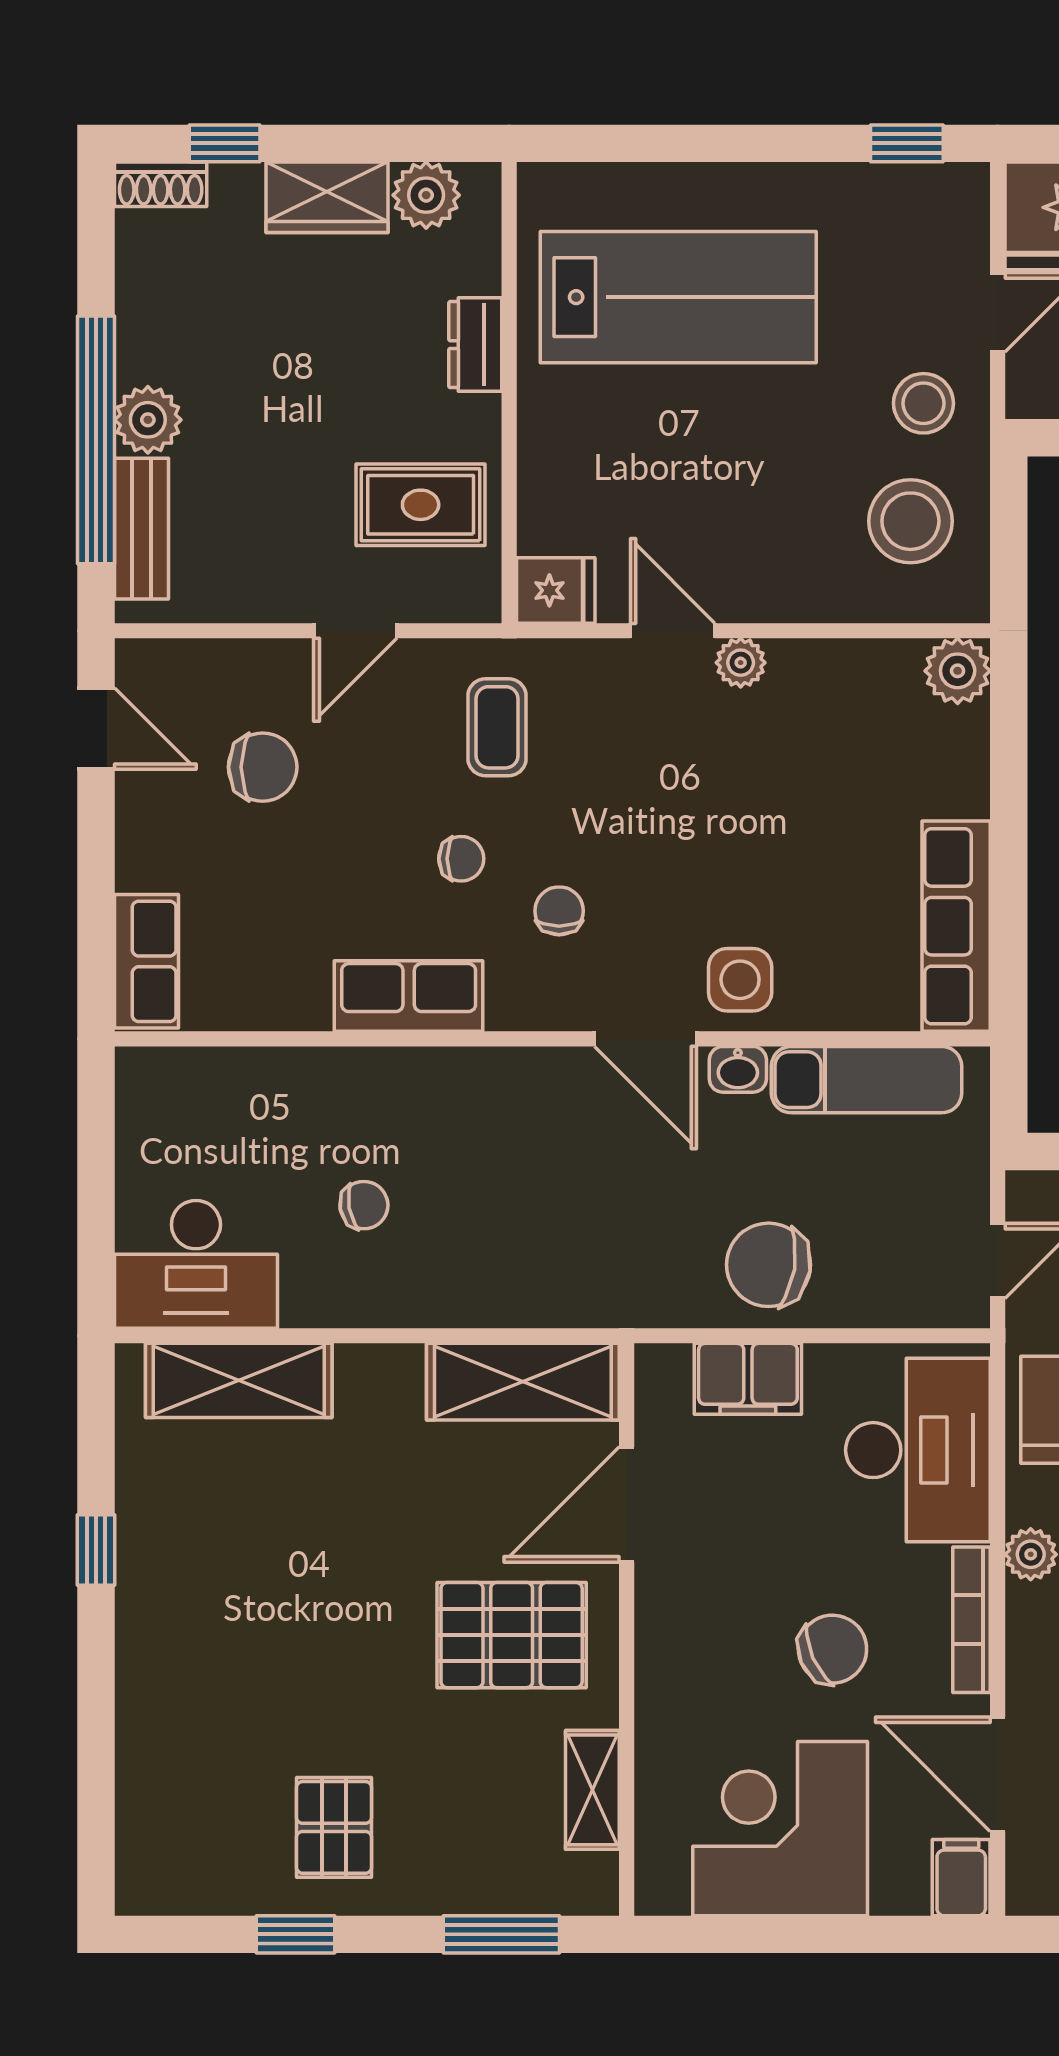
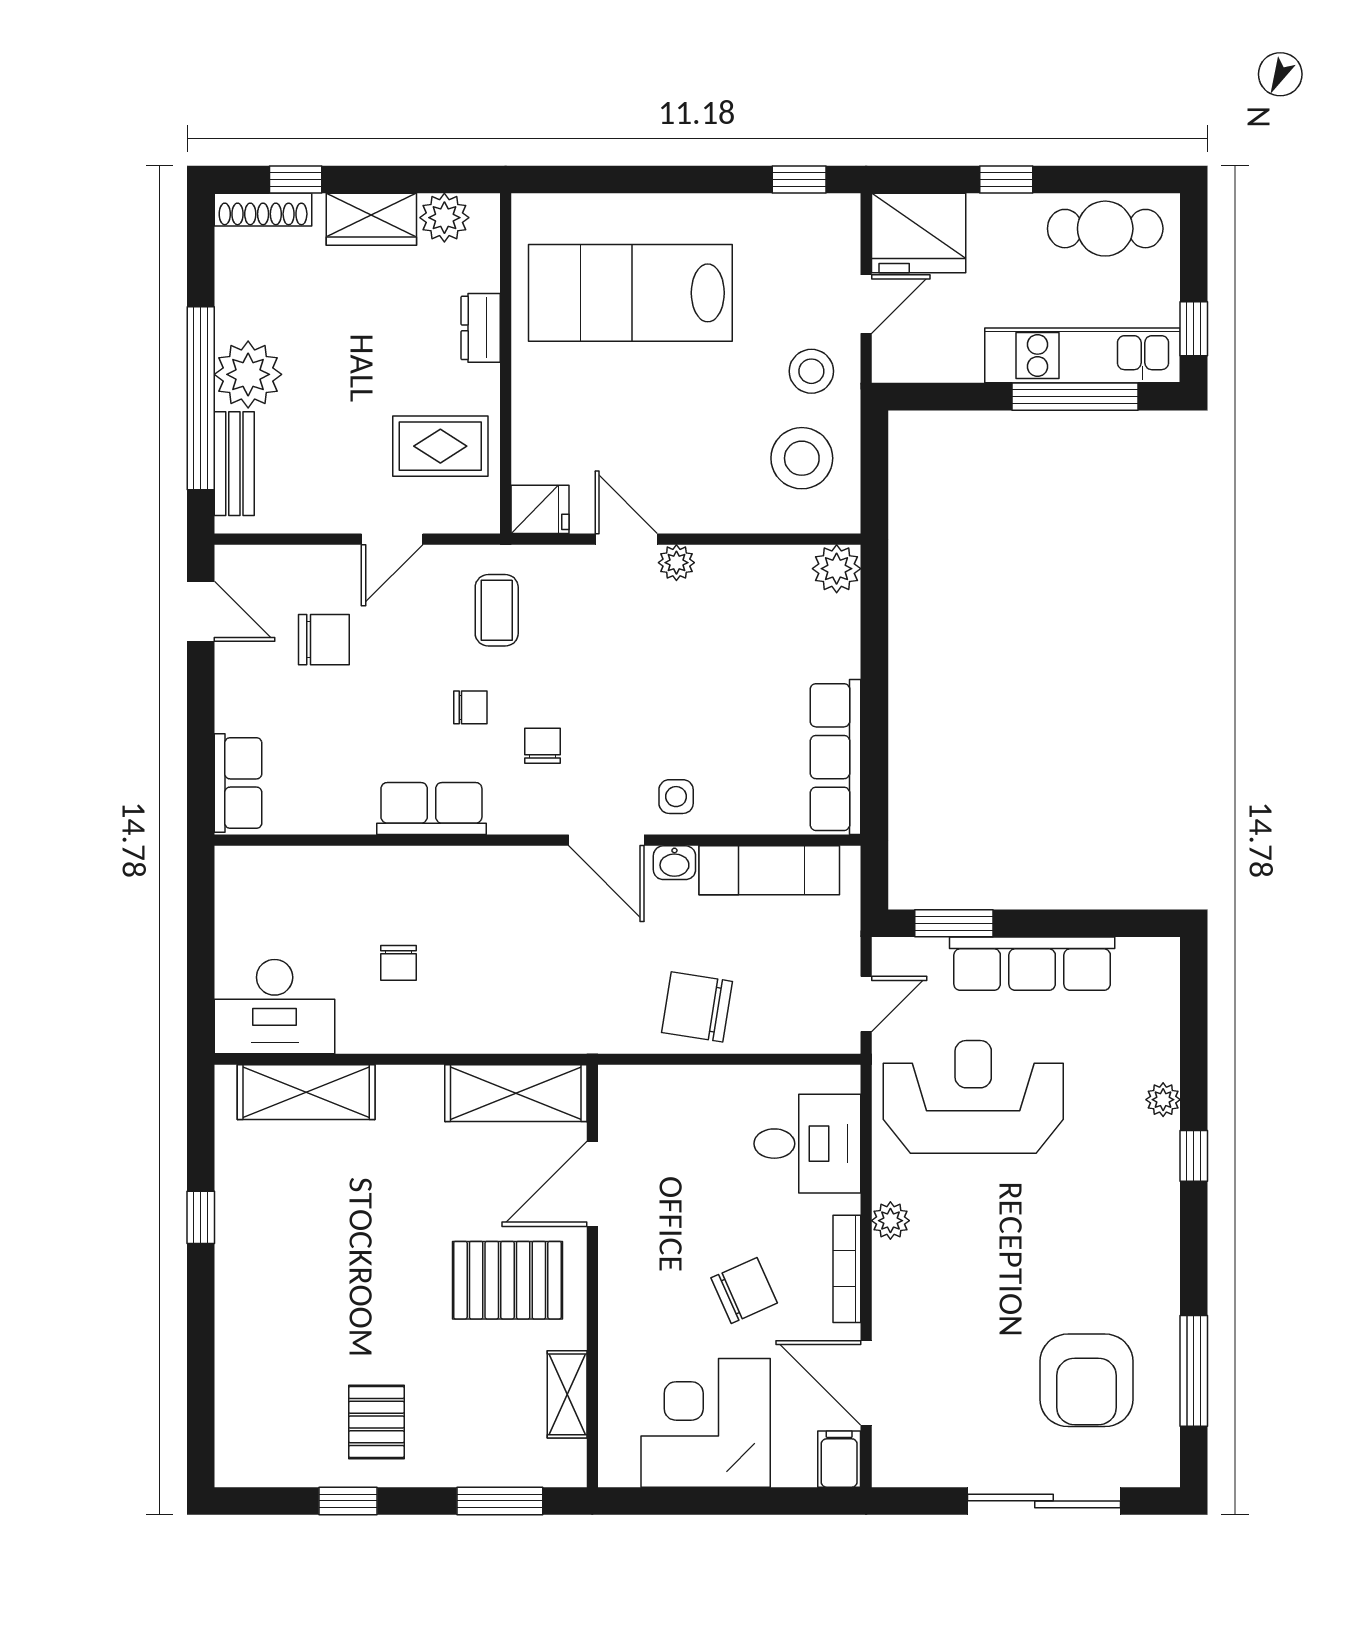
shoe rack: (161, 184) -> (263, 210), width x1.43
lab bench: (678, 297) -> (630, 293), turned 180
plant: (148, 420) -> (248, 374), width x1.36, depth x1.36
side table: (740, 980) -> (676, 797), width x0.73, depth x0.73
chair: (364, 1205) -> (398, 963), turned 100
filing cabinet: (748, 1379) -> (682, 1091), removed
desk: (918, 1450) -> (807, 1144), width x0.73

